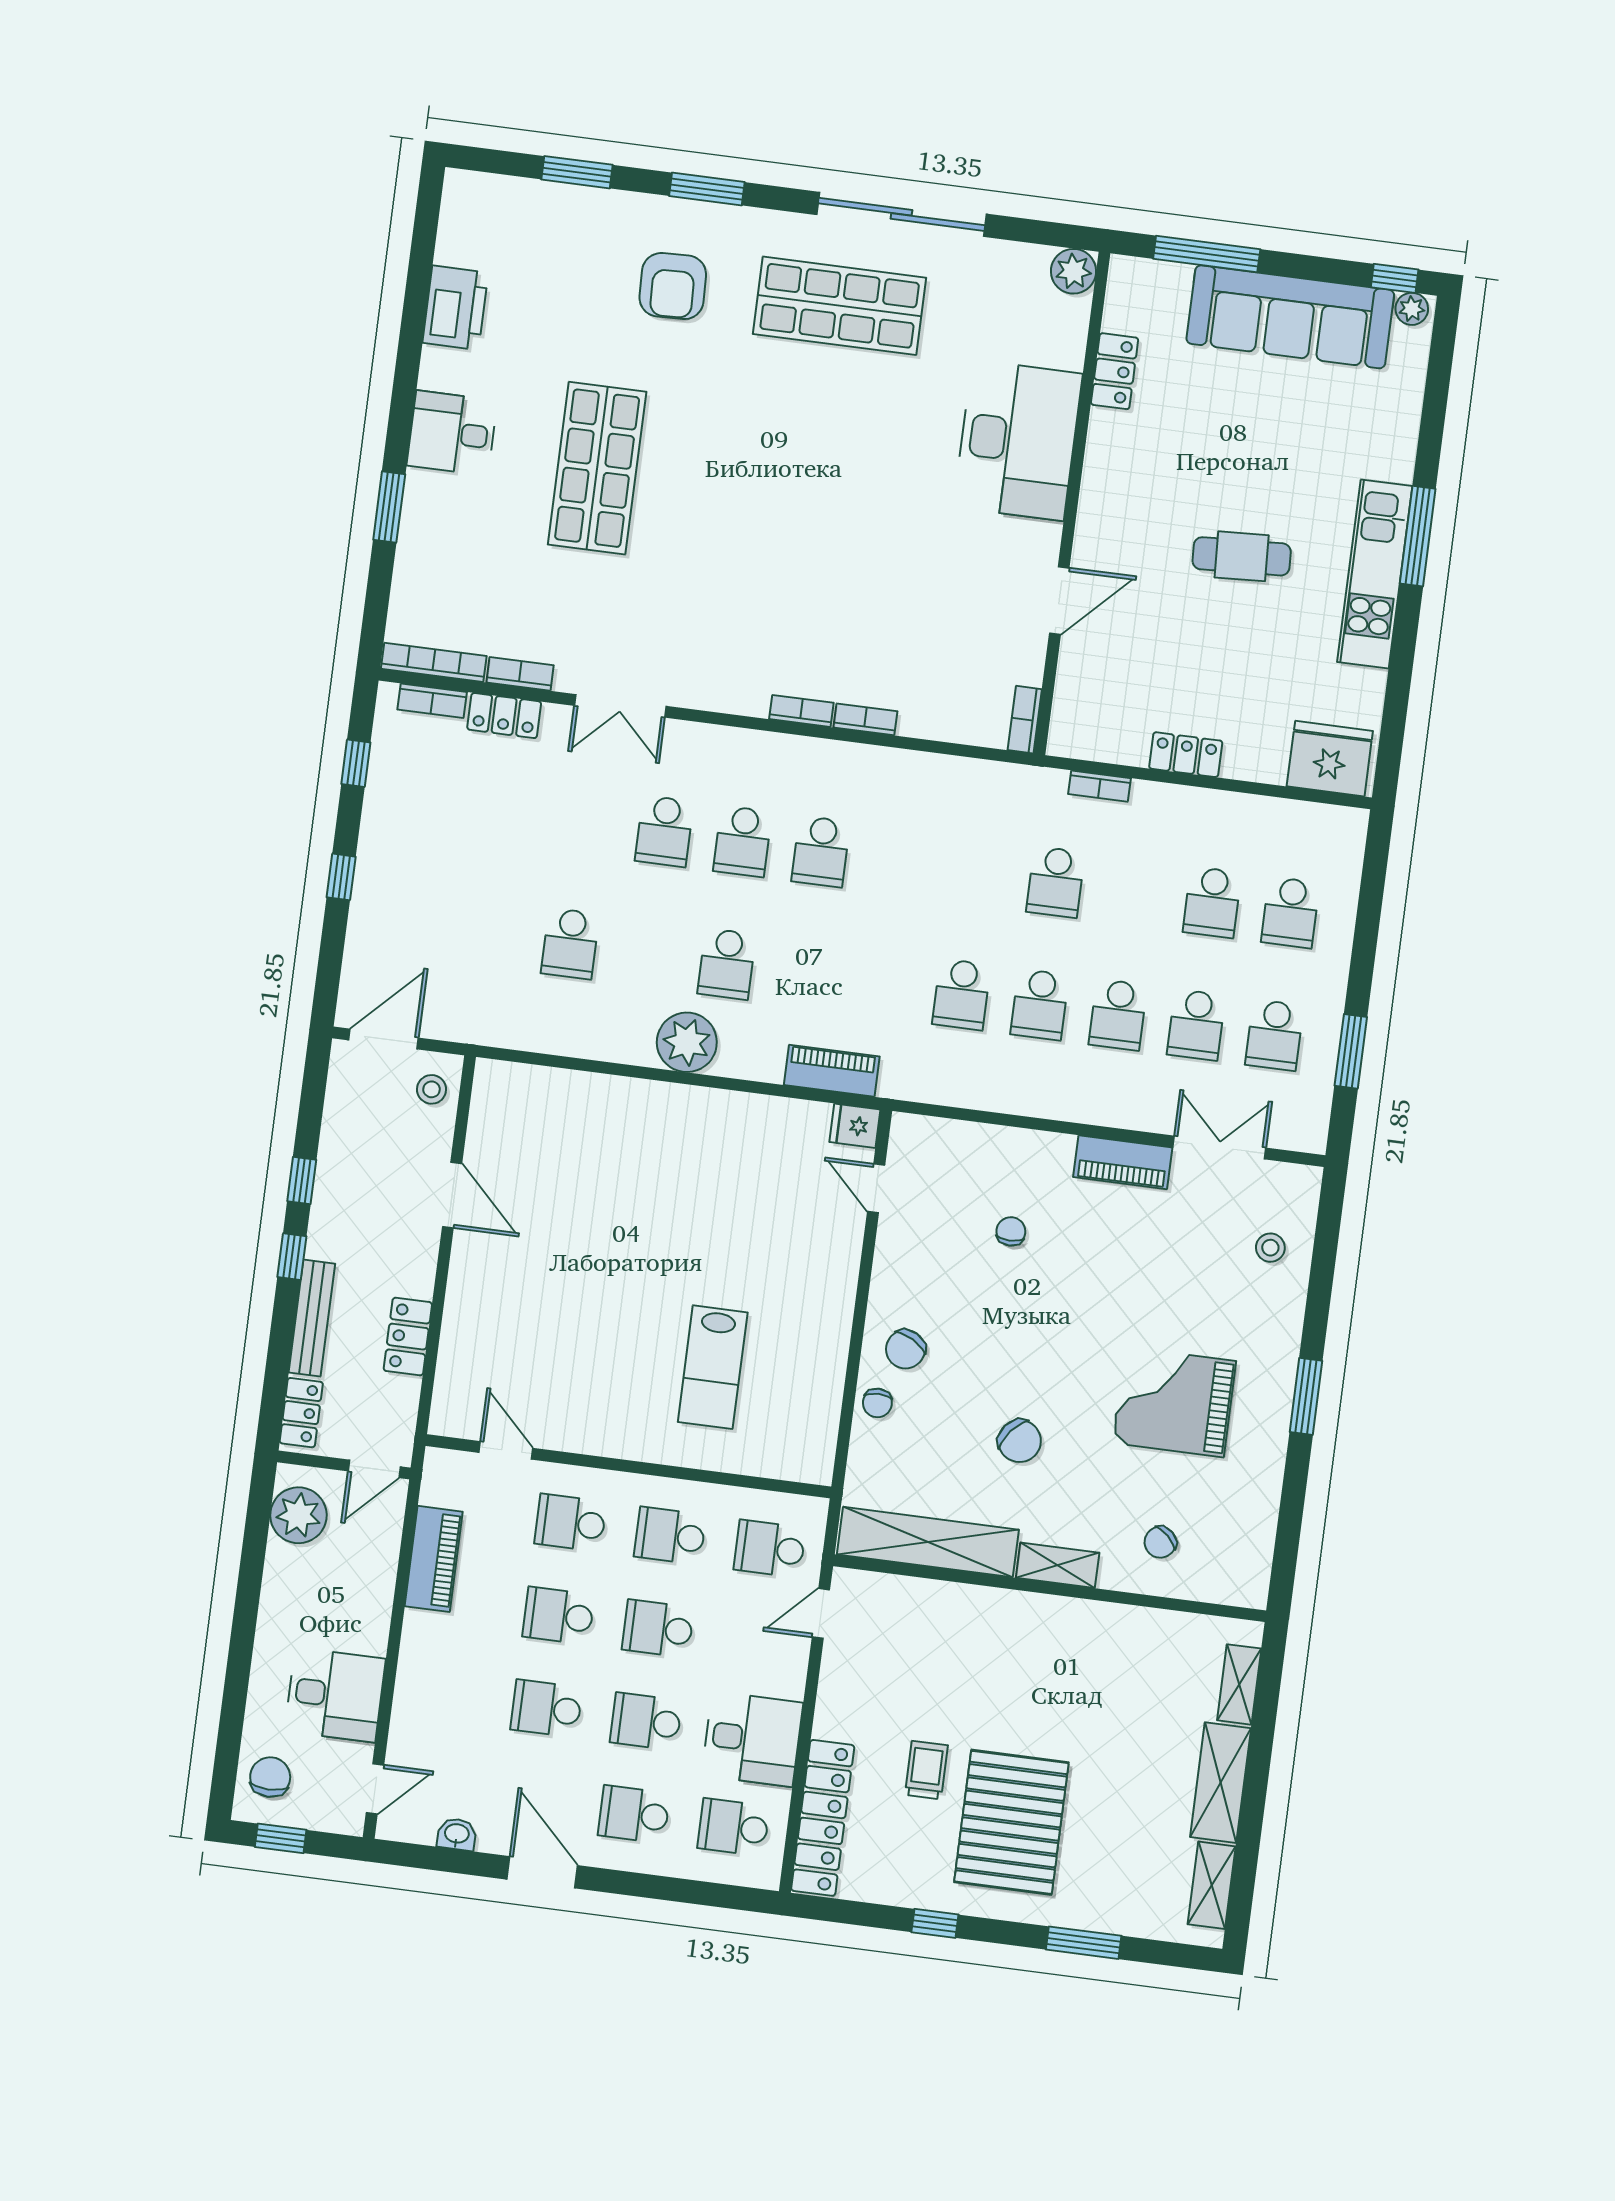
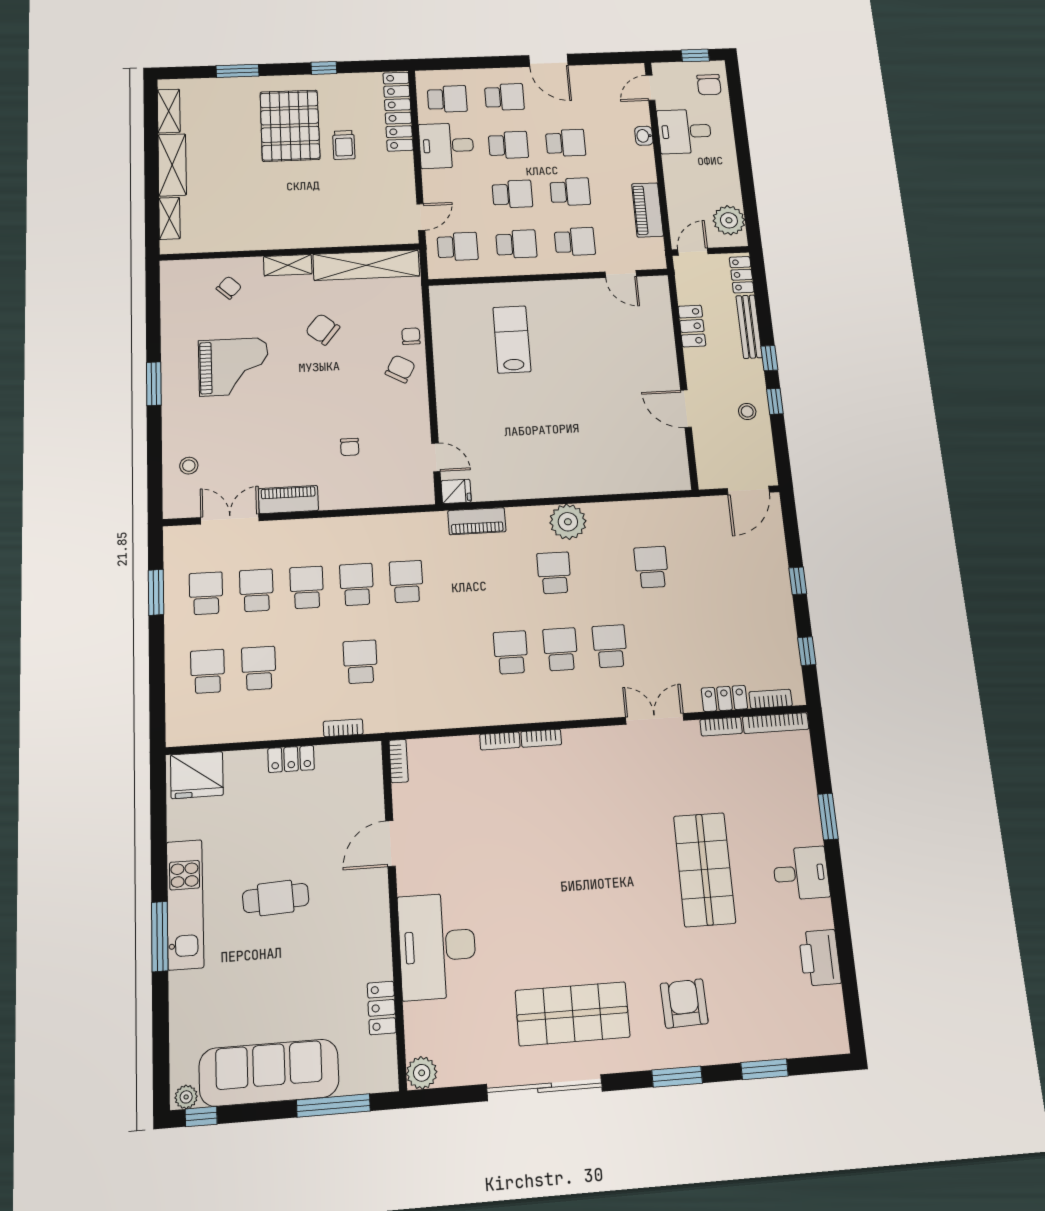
stool: (432, 1089) -> (747, 411), moved
double door: (1219, 1148) -> (230, 519), swing flipped
washbasin: (457, 1834) -> (644, 136), moved, turned 90

